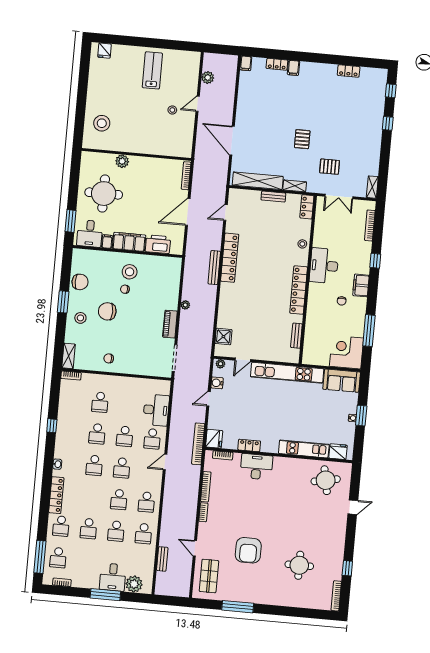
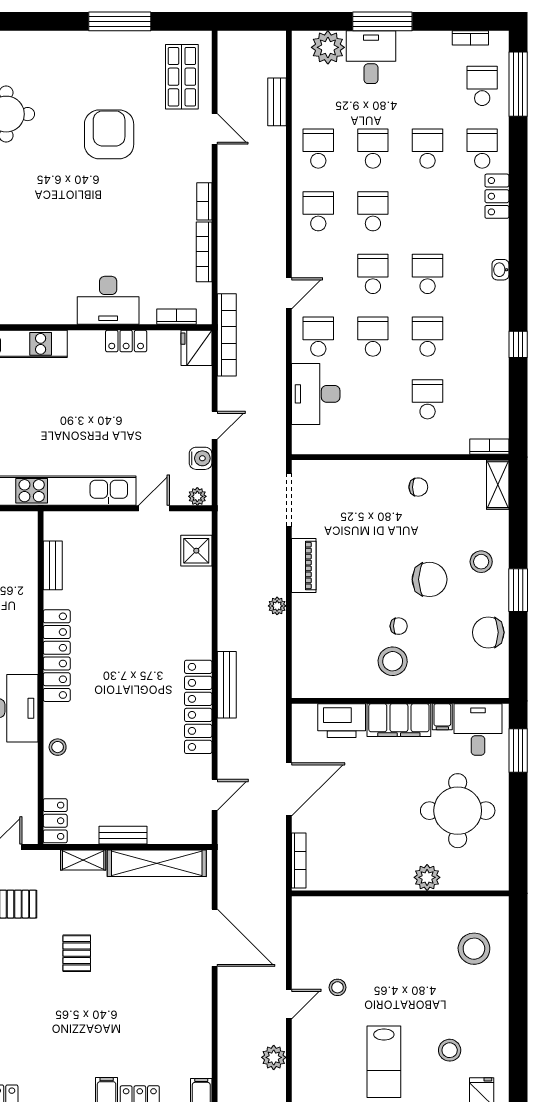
stool: (119, 73) -> (450, 1050), added
locker: (56, 495) -> (497, 196), width x0.66

